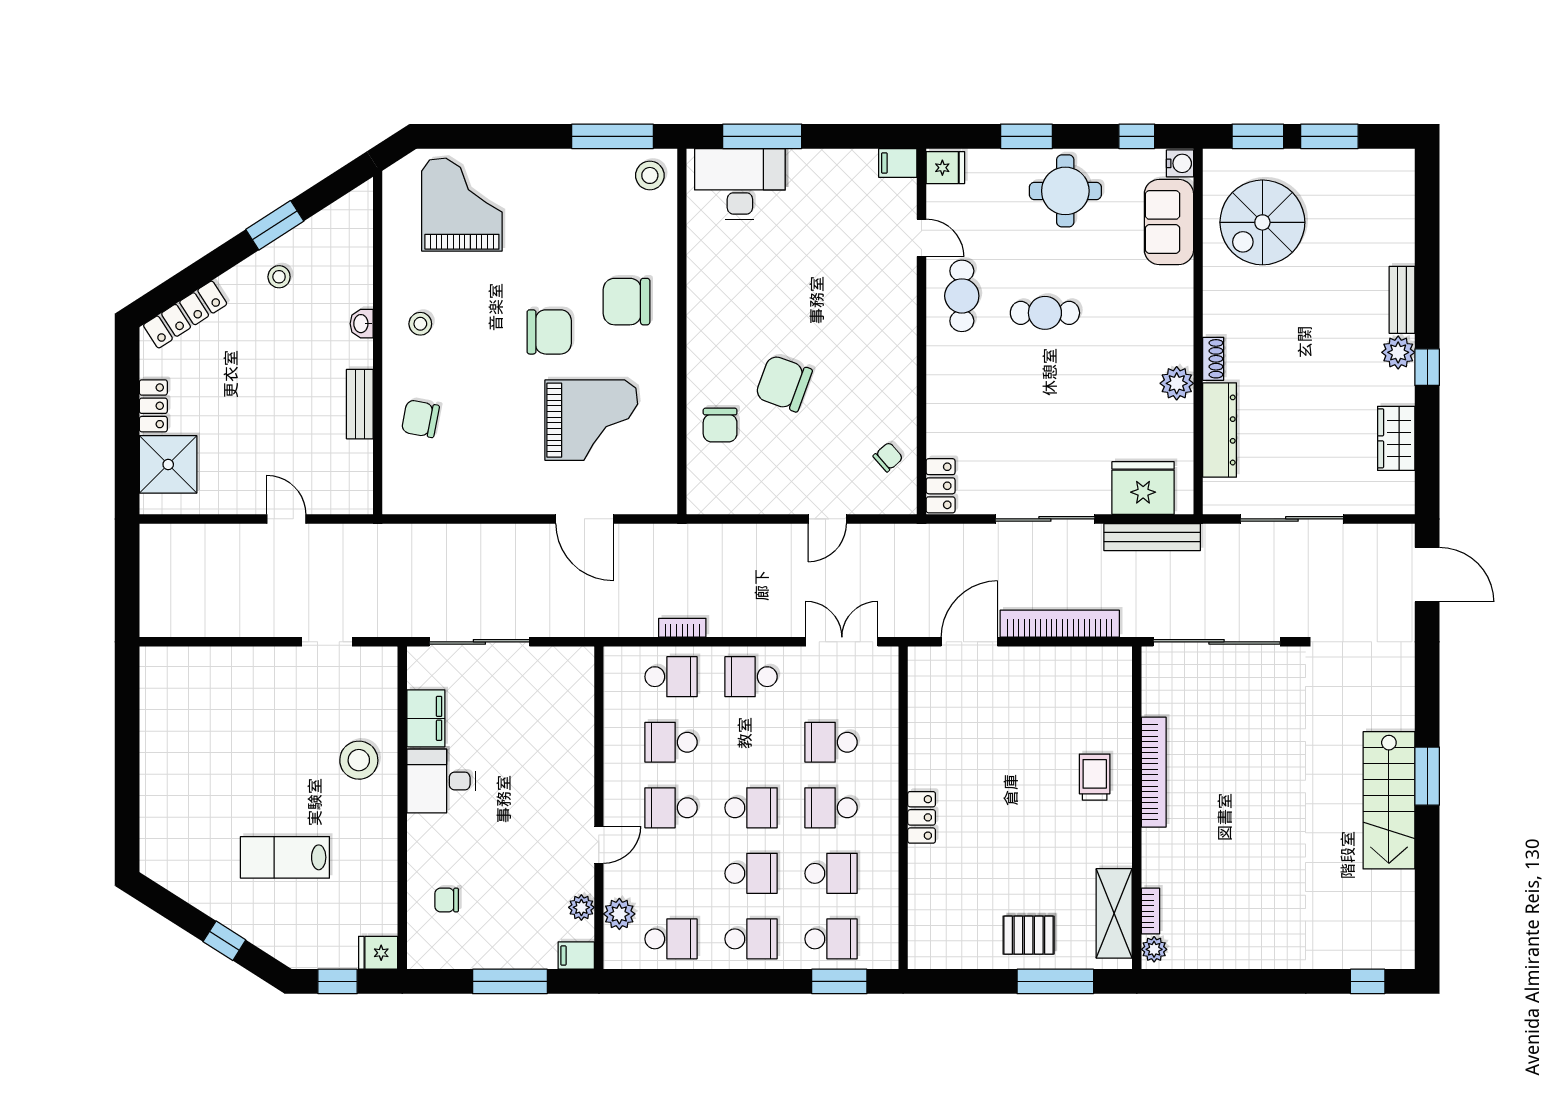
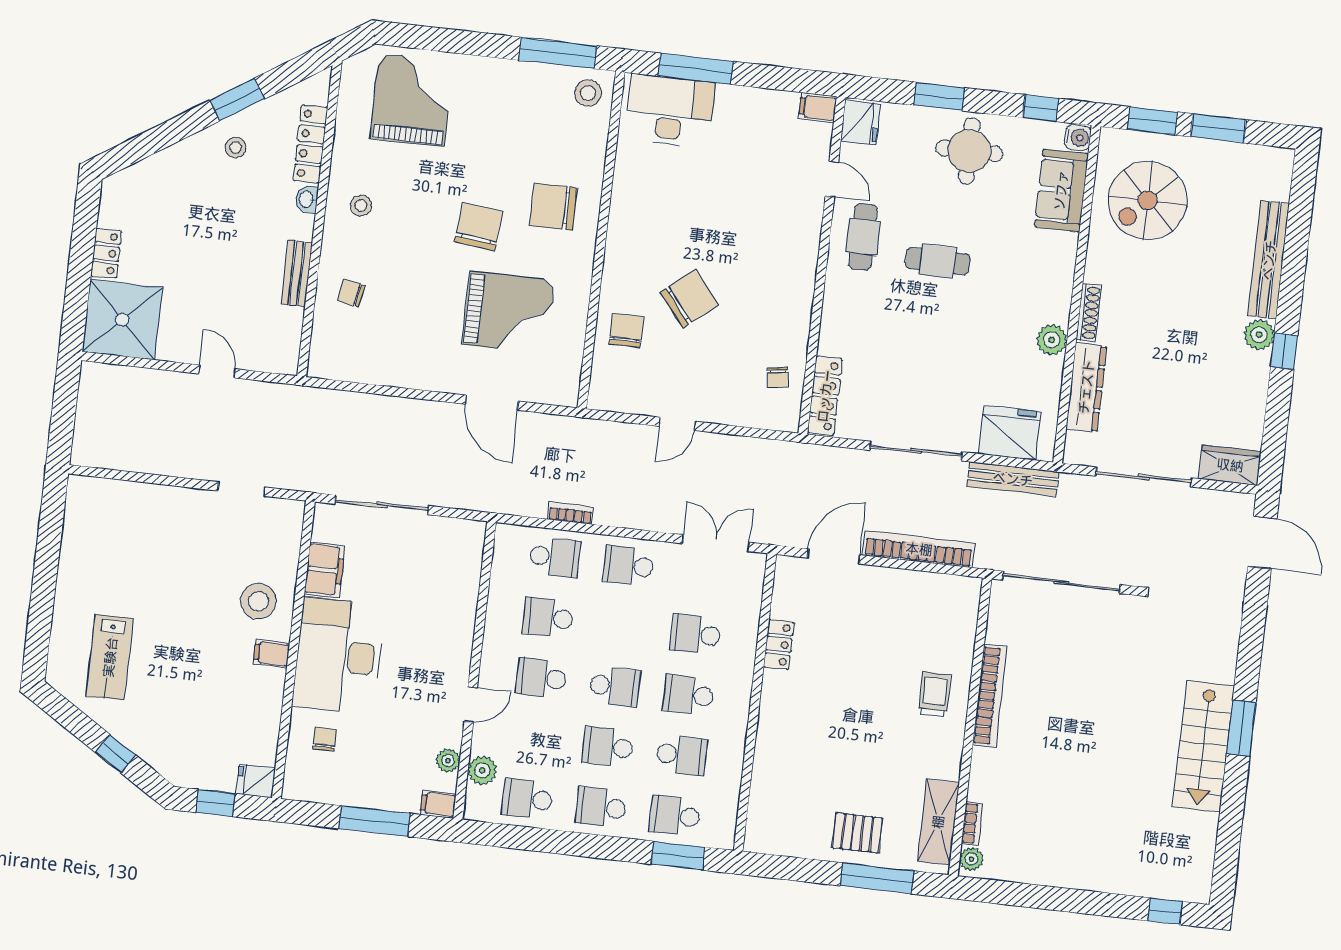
fridge: (945, 168) -> (860, 123), width x1.38
bench: (1402, 300) -> (1269, 260), width x1.86, depth x1.21
locker: (185, 315) -> (310, 144), moved, turned 123
chair: (549, 332) -> (479, 227), turned -84
shoe rack: (1213, 359) -> (1089, 313), width x1.43
chair: (784, 383) -> (689, 299), turned 121
chair: (420, 419) -> (351, 293), width x0.73, depth x0.73
chair: (720, 425) -> (626, 330), turned 180
wardrobe: (1396, 438) -> (1230, 465), moved, turned 90
chair: (888, 457) -> (778, 378), turned 123
shower: (168, 464) -> (122, 320), width x1.37, depth x1.37
locker: (941, 486) -> (825, 396), width x1.53
door: (827, 519) -> (677, 424), moved
desk: (441, 781) -> (339, 656), width x1.87, depth x1.30
filing cabinet: (379, 815) -> (271, 654), added
locker: (922, 817) -> (779, 644), moved
lab bench: (285, 857) -> (110, 657), moved, turned -90
school desk: (751, 873) -> (608, 747), turned 180
chair: (447, 900) -> (325, 739), turned 90
school desk: (671, 939) -> (527, 799), turned 180
school desk: (751, 939) -> (601, 807), turned 180
school desk: (831, 939) -> (675, 816), turned 180

